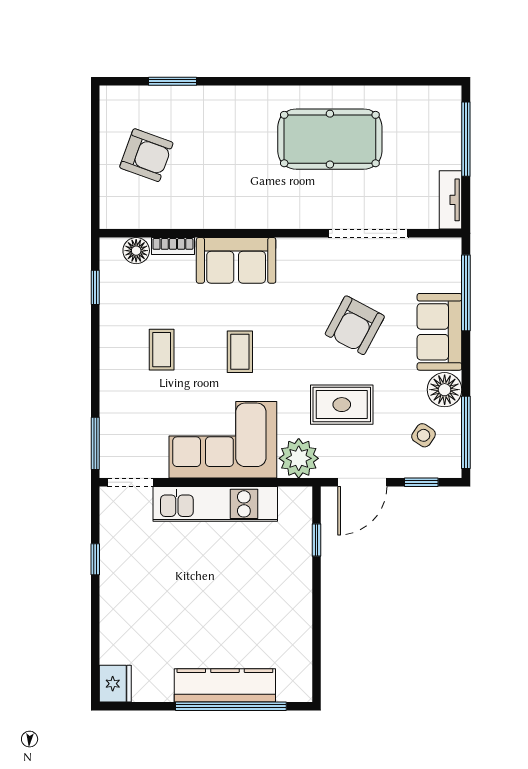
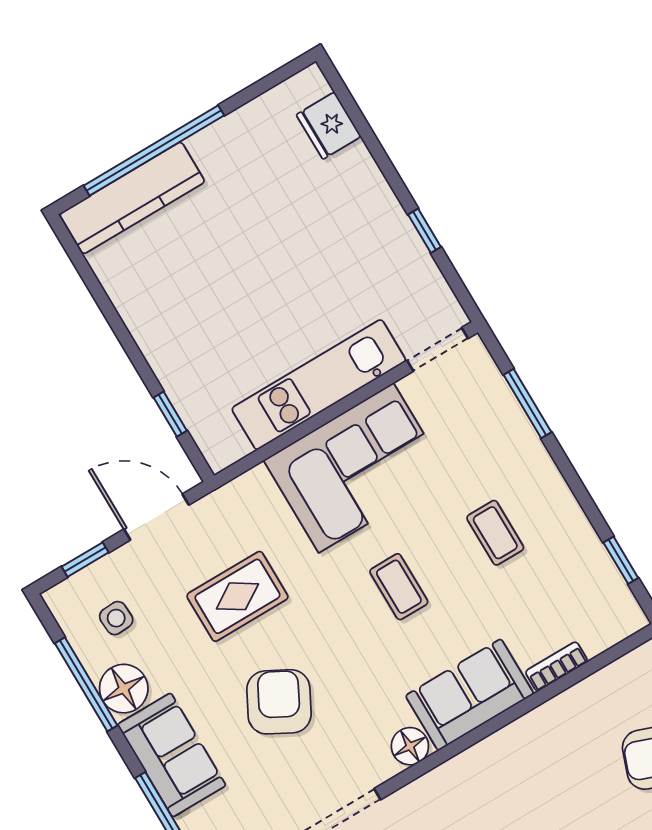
floor lamp: (136, 251) -> (410, 746), moved
window: (466, 432) -> (86, 684), moved
side table: (423, 435) -> (116, 618), turned -37
window: (95, 443) -> (527, 404), moved
plant: (299, 458) -> (251, 500), removed
door: (362, 482) -> (156, 517), hinge flipped
fridge: (115, 684) -> (329, 126), moved
kitchen counter: (225, 685) -> (132, 198), moved

